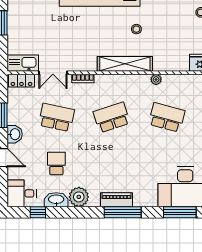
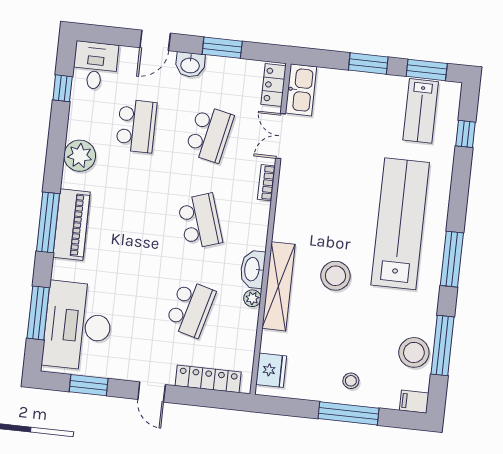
stool: (136, 29) -> (335, 276), width x1.89, depth x1.89
shelving: (125, 64) -> (278, 286), moved
school desk: (56, 164) -> (136, 126), width x1.85
washbasin: (56, 200) -> (253, 269), moved, turned 180
piano: (117, 200) -> (71, 225), width x1.37, depth x1.33

